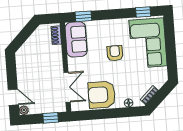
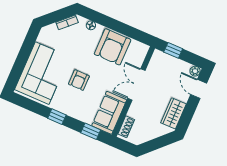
window: (143, 12) -> (57, 117), moved
wardrobe: (23, 66) -> (173, 113), added
double door: (67, 87) -> (136, 84), moved
armchair: (102, 95) -> (113, 47), turned 90

